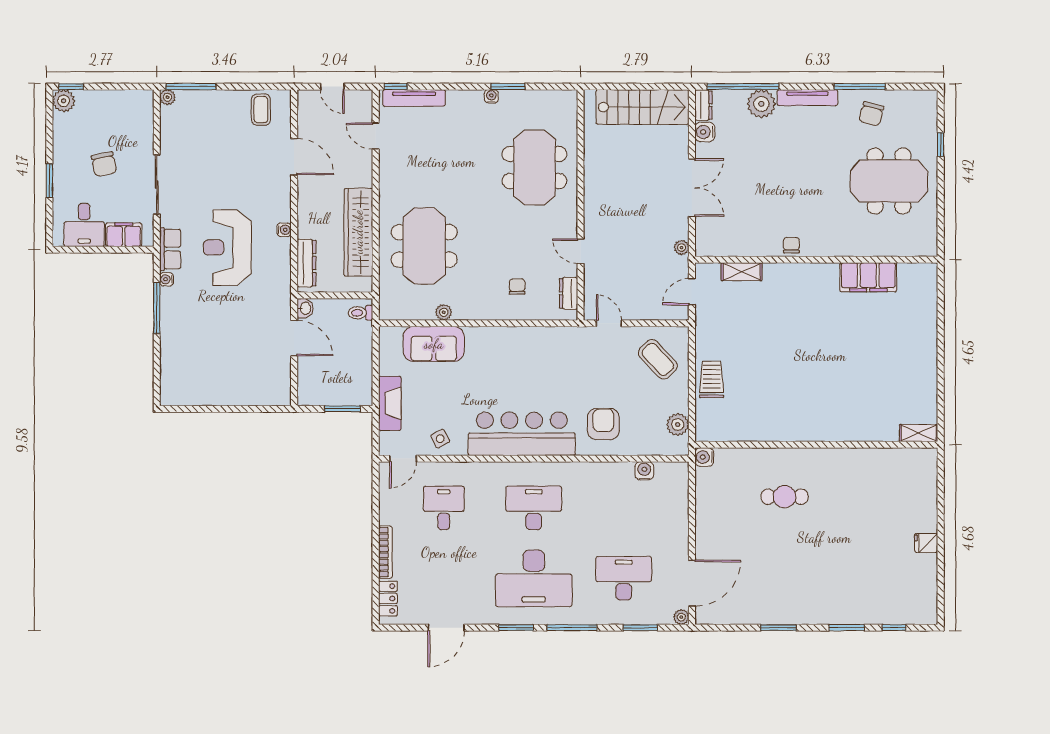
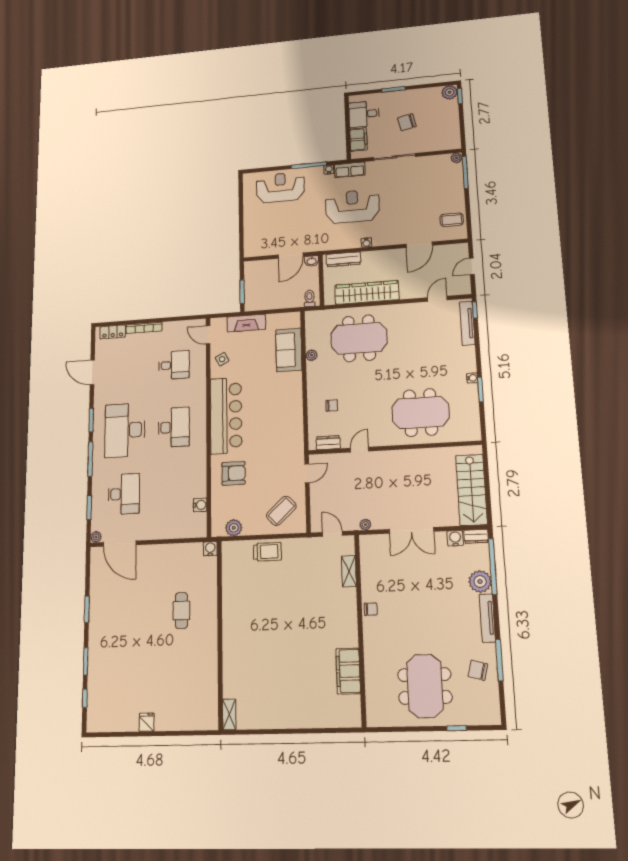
reception desk: (187, 350) -> (280, 187), added

